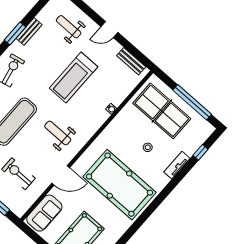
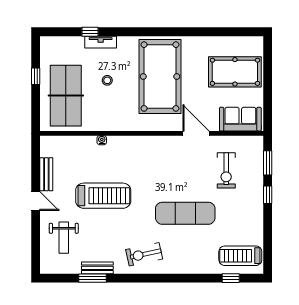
window: (15, 34) -> (92, 278), moved
bench: (131, 61) -> (46, 174), moved
window: (192, 102) -> (36, 76), width x0.32
weight bench: (58, 133) -> (162, 168), removed
window: (200, 152) -> (90, 32), moved

